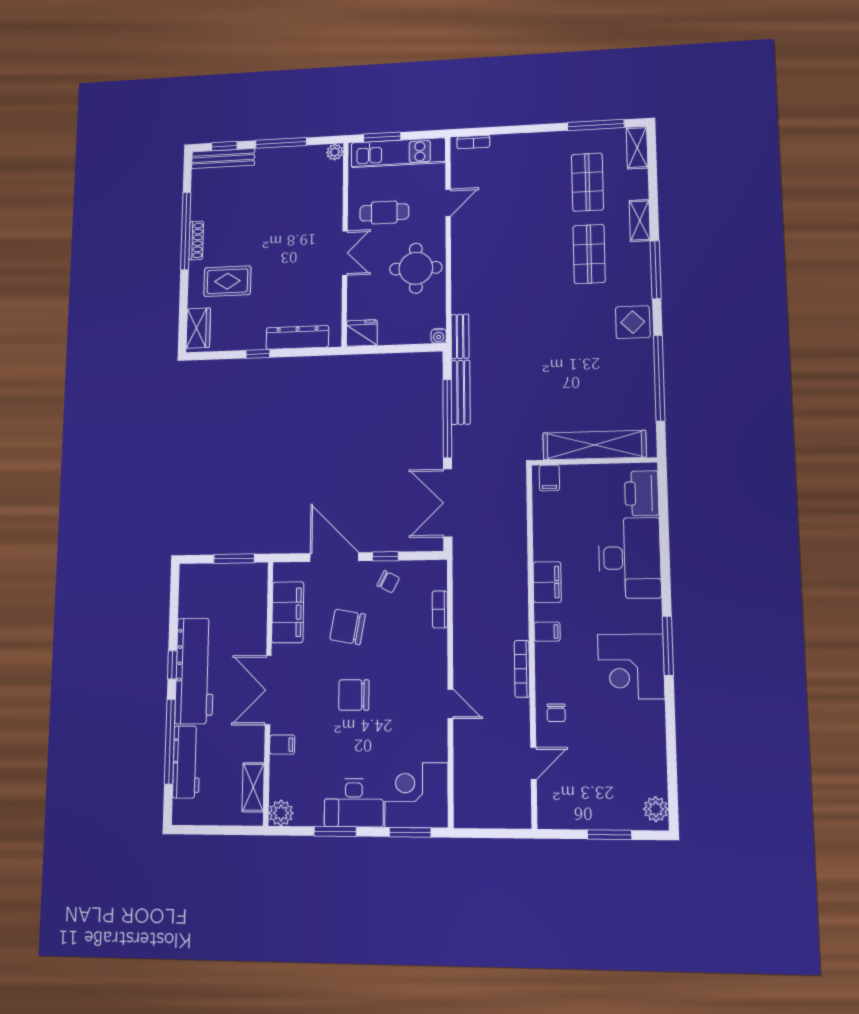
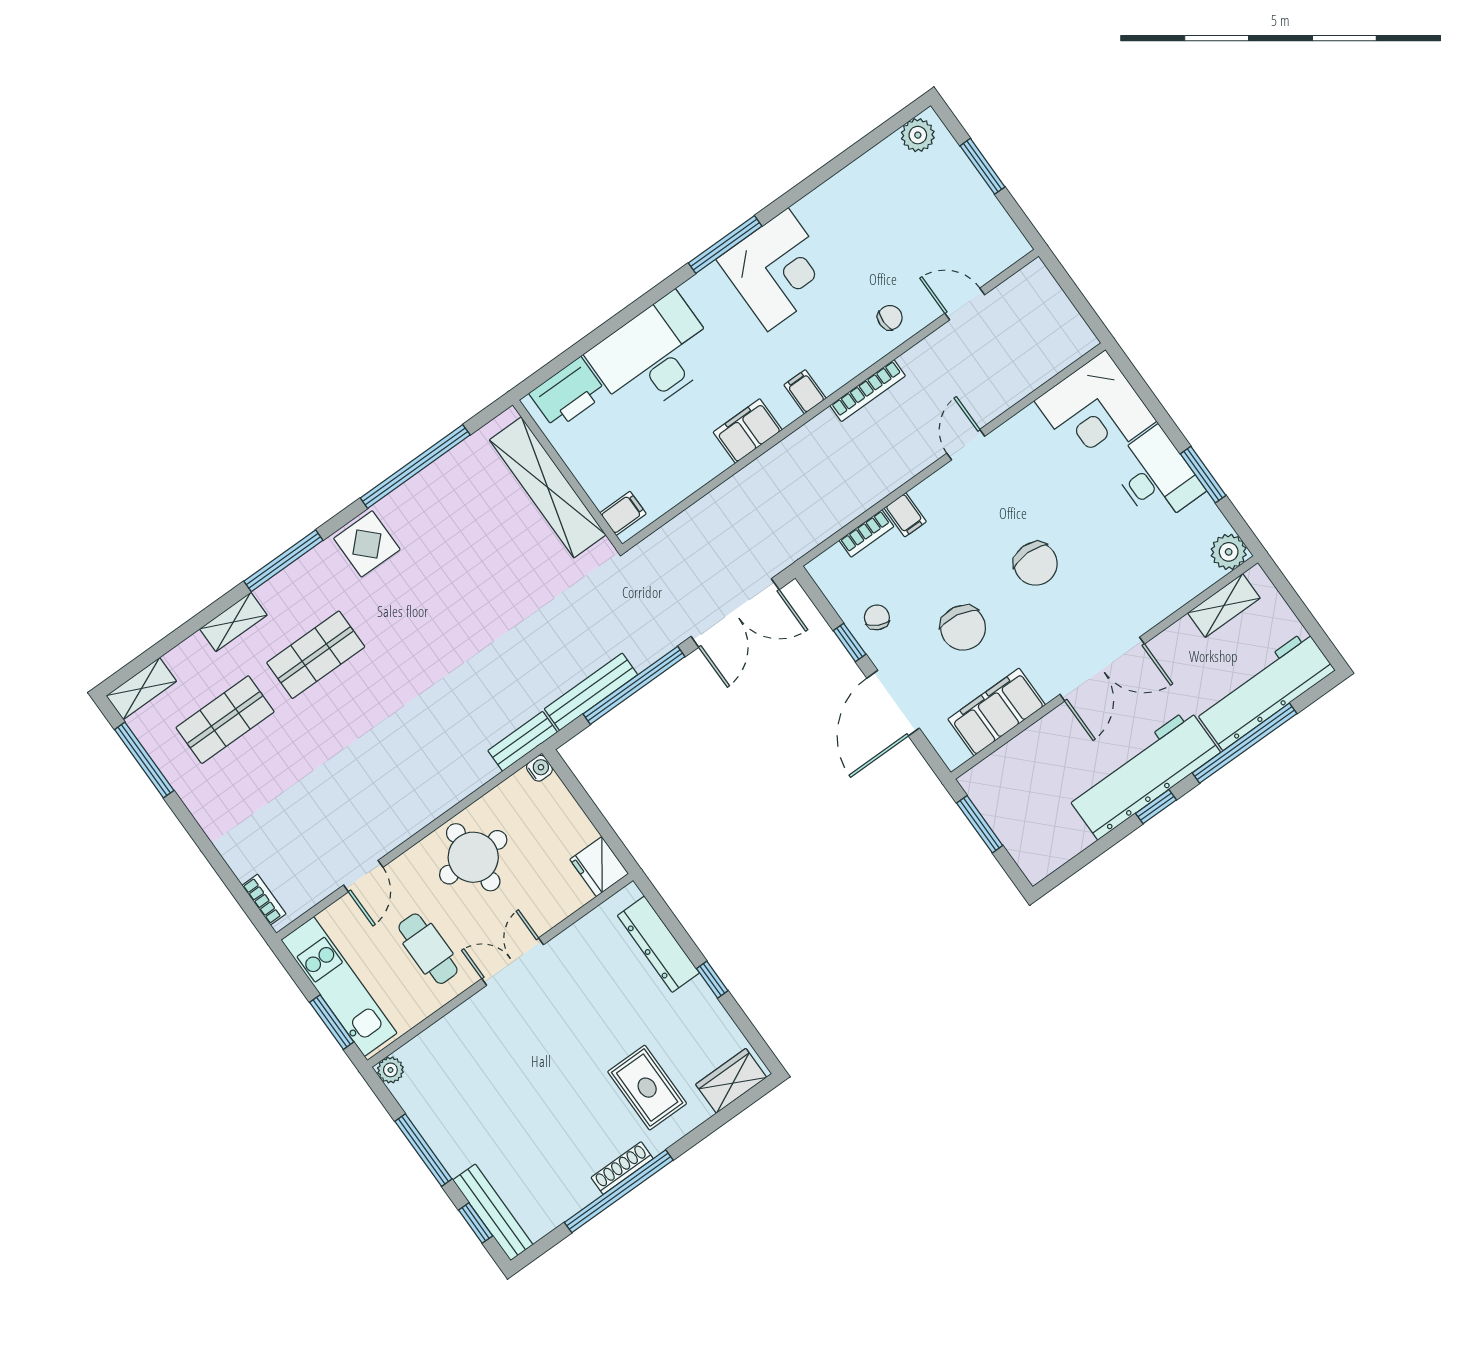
door: (448, 203) -> (363, 876), swing flipped
filing cabinet: (282, 745) -> (905, 515), moved, turned 180
workbench: (186, 762) -> (1264, 690), width x1.36, depth x1.32
window: (410, 832) -> (1142, 389), removed

